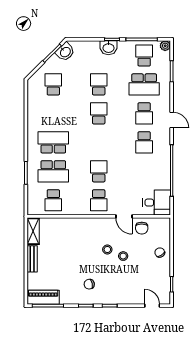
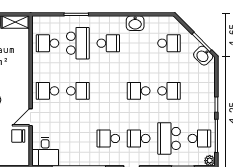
washbasin: (108, 48) -> (135, 23), moved, turned -90
school desk: (99, 113) -> (139, 91), turned 180
school desk: (53, 142) -> (108, 43), width x0.54
school desk: (53, 171) -> (78, 43), turned 180

